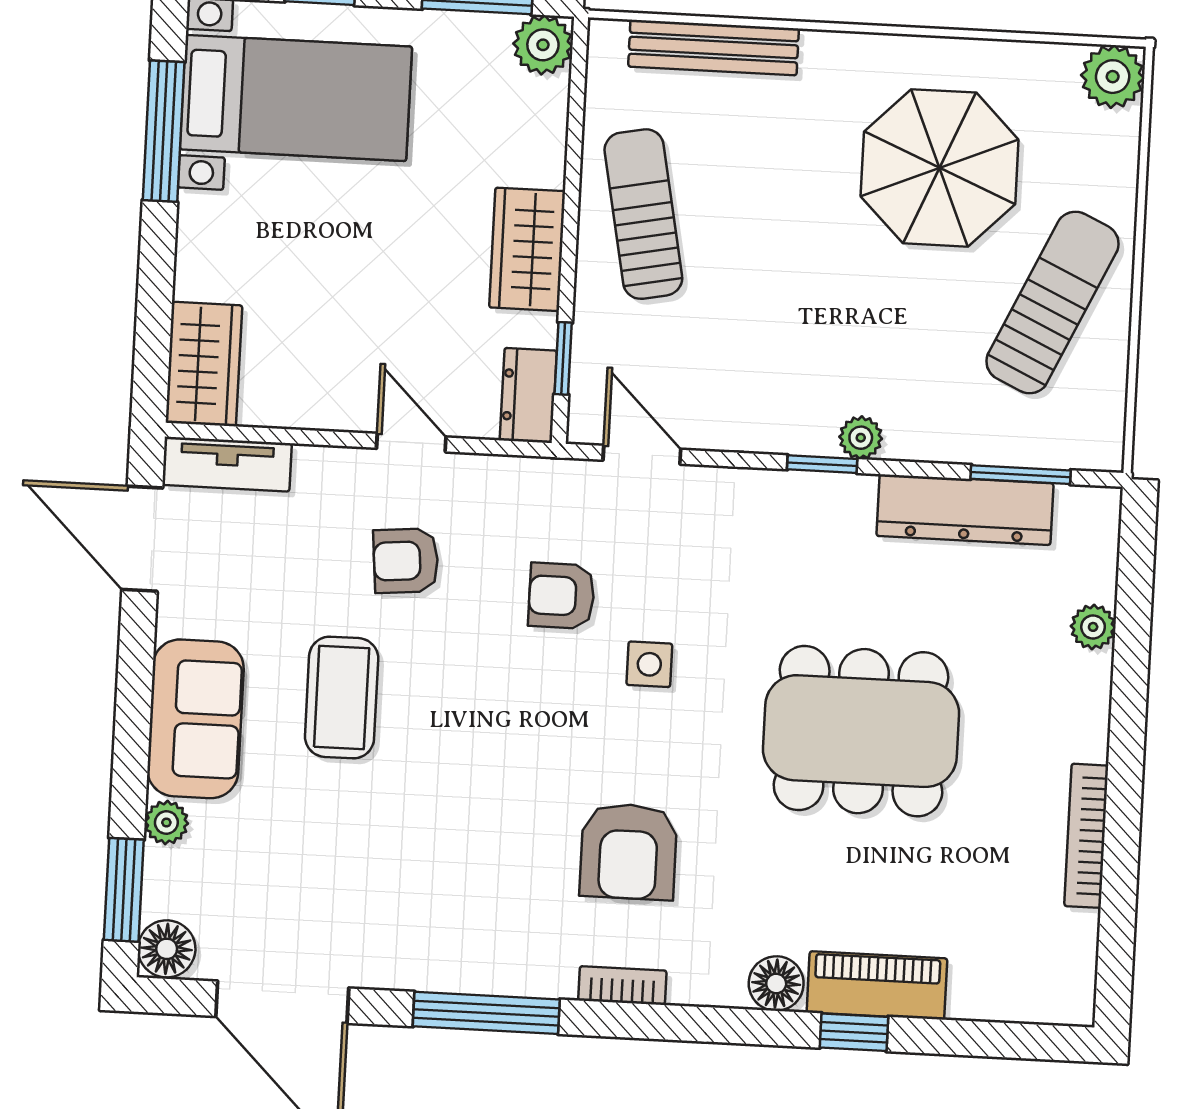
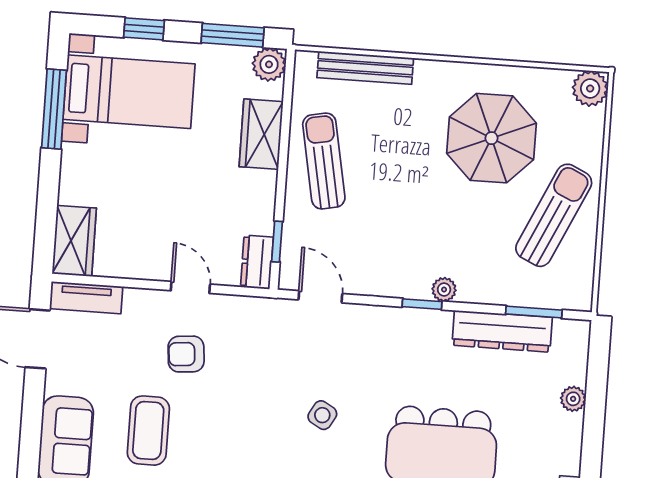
wardrobe: (527, 249) -> (261, 134), moved
armchair: (562, 596) -> (274, 375), removed
side table: (649, 664) -> (322, 415), turned 30

